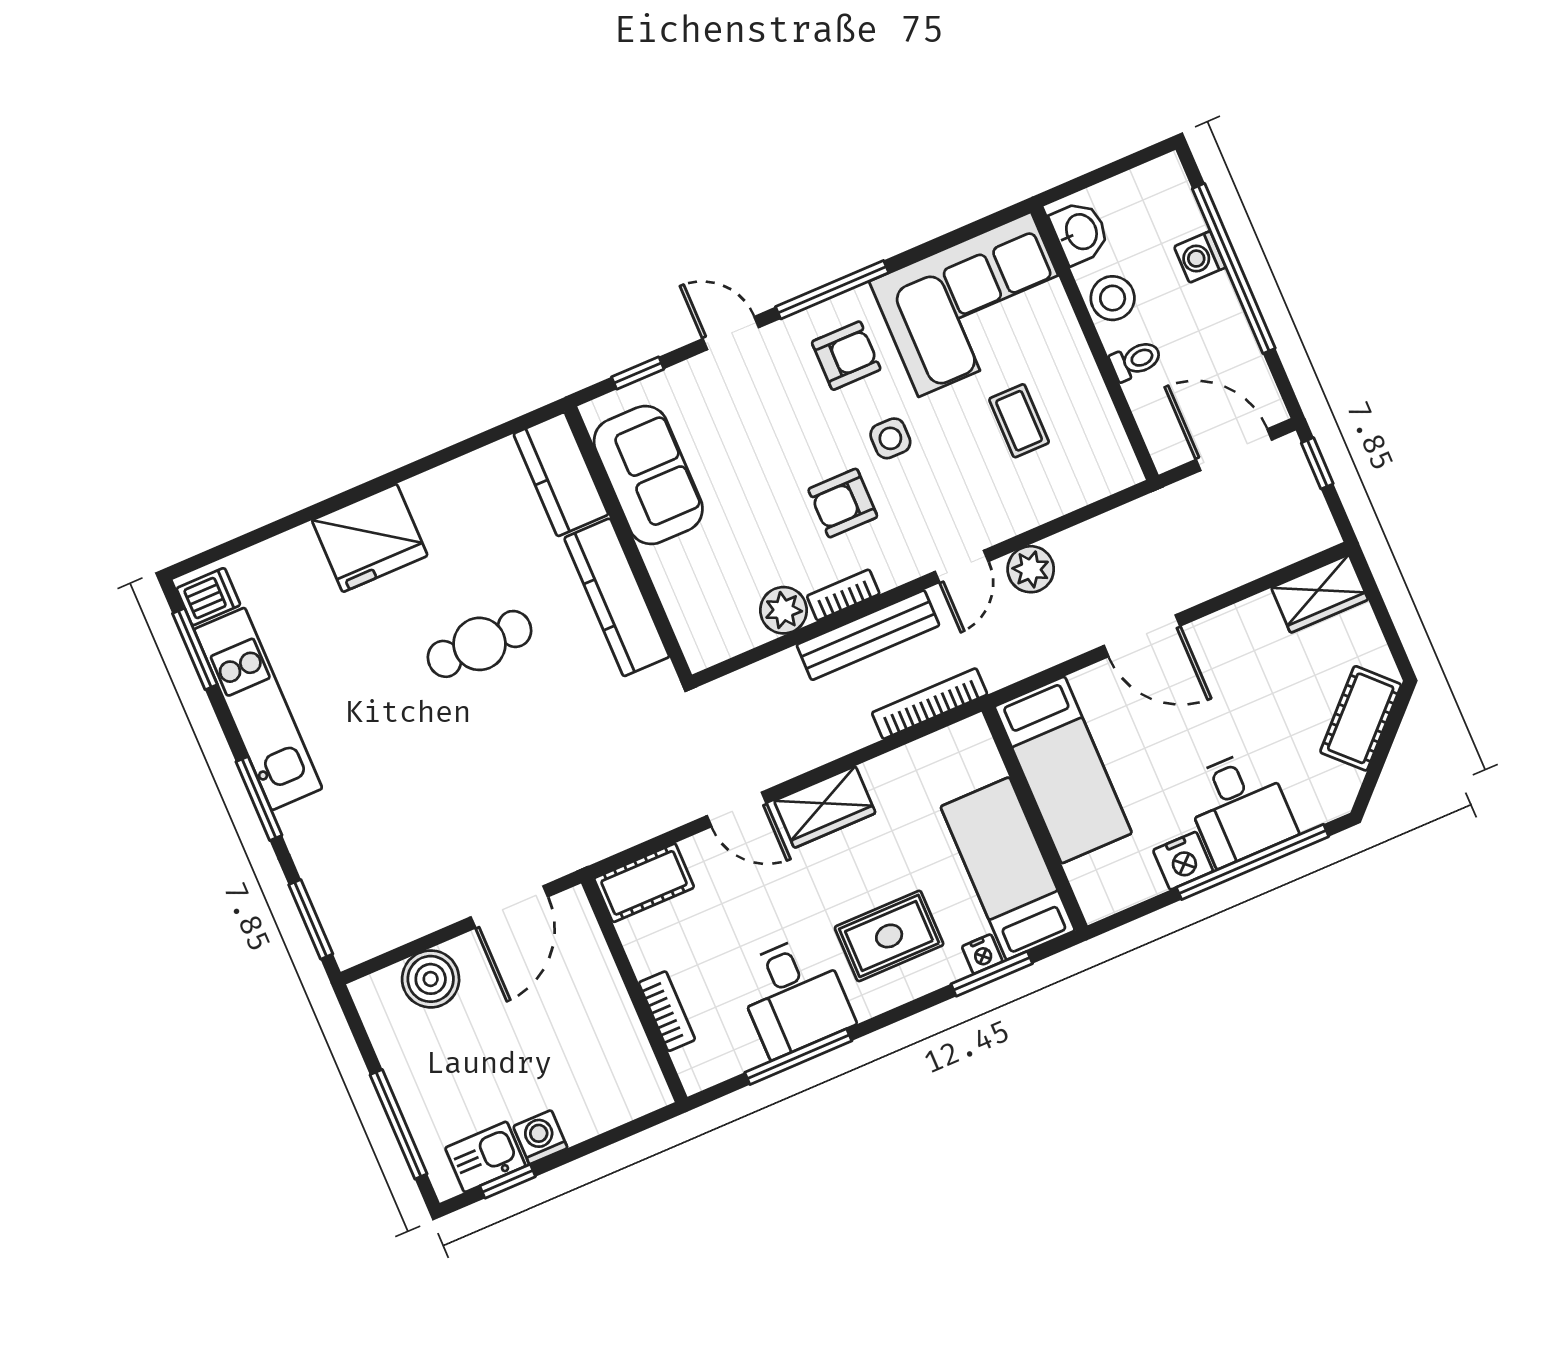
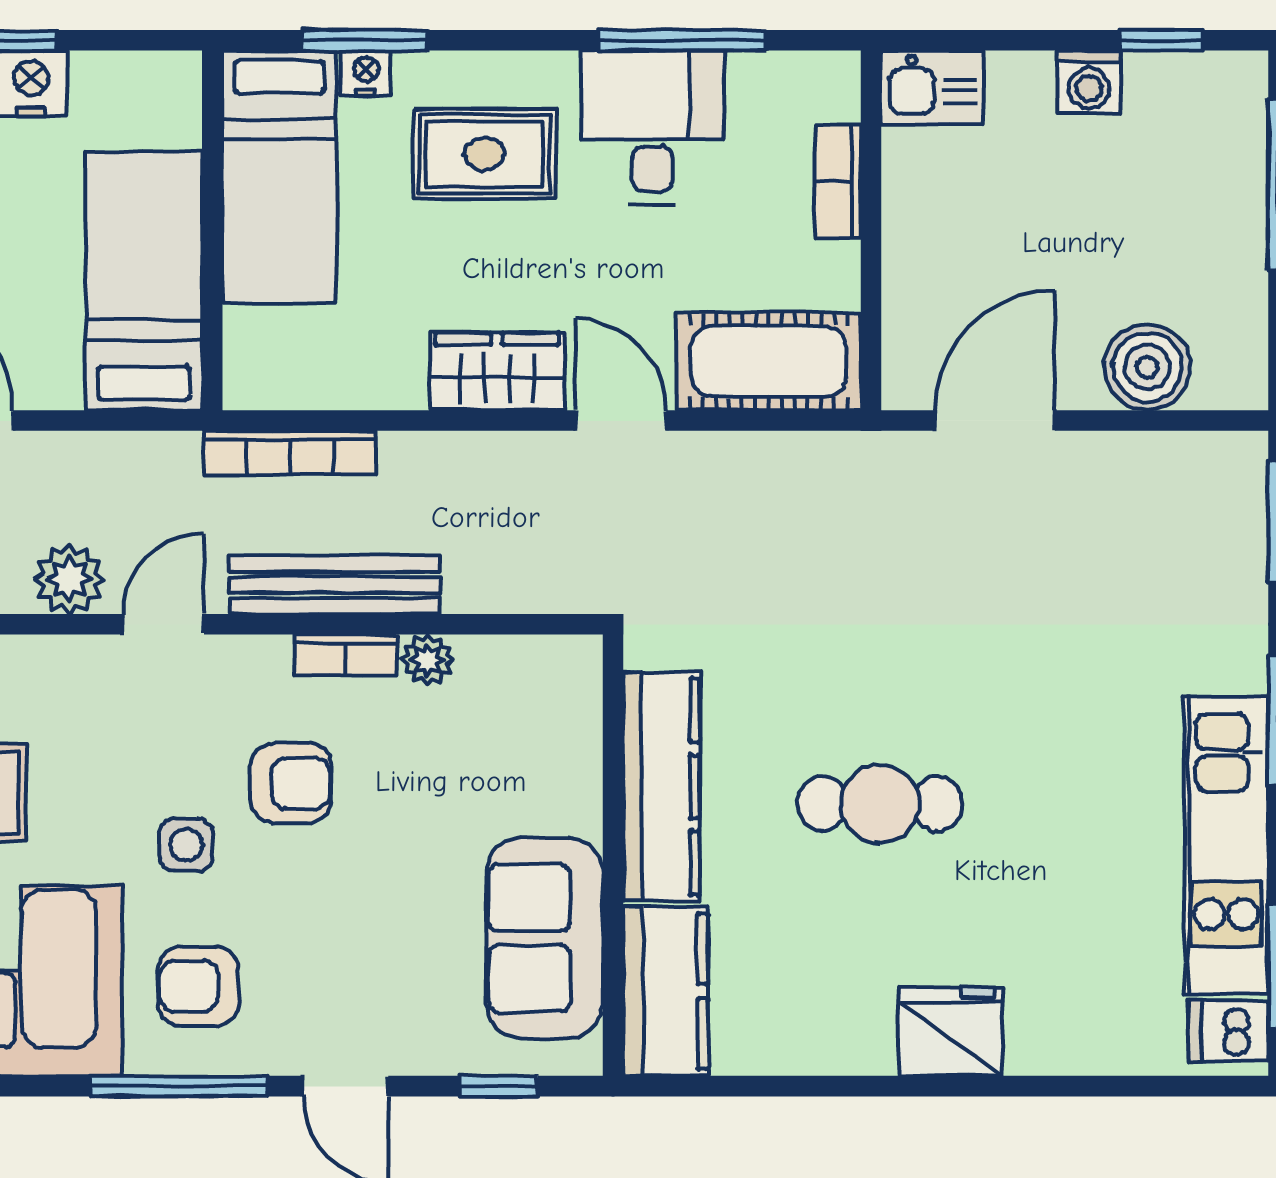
fridge: (370, 538) -> (951, 1031), width x0.73, depth x0.75
plant: (783, 610) -> (428, 660), width x0.73, depth x0.73
cot: (644, 883) -> (769, 361), width x1.37, depth x1.34
kitchen sink: (485, 1157) -> (932, 87), moved

